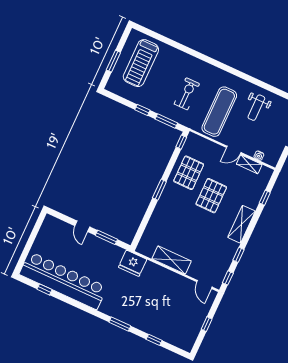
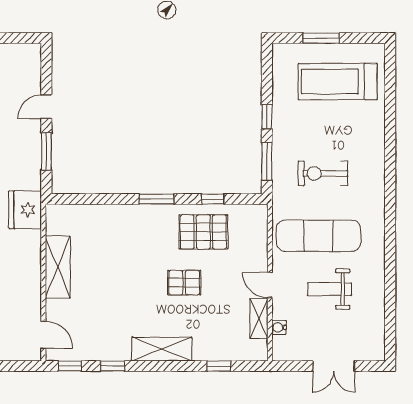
exercise bike: (187, 94) -> (323, 173), turned 180
weight bench: (256, 108) -> (329, 289), moved
window: (181, 142) -> (213, 199), moved
pallet: (211, 196) -> (184, 283), width x0.67, depth x0.71
door: (204, 284) -> (43, 335), swing flipped

